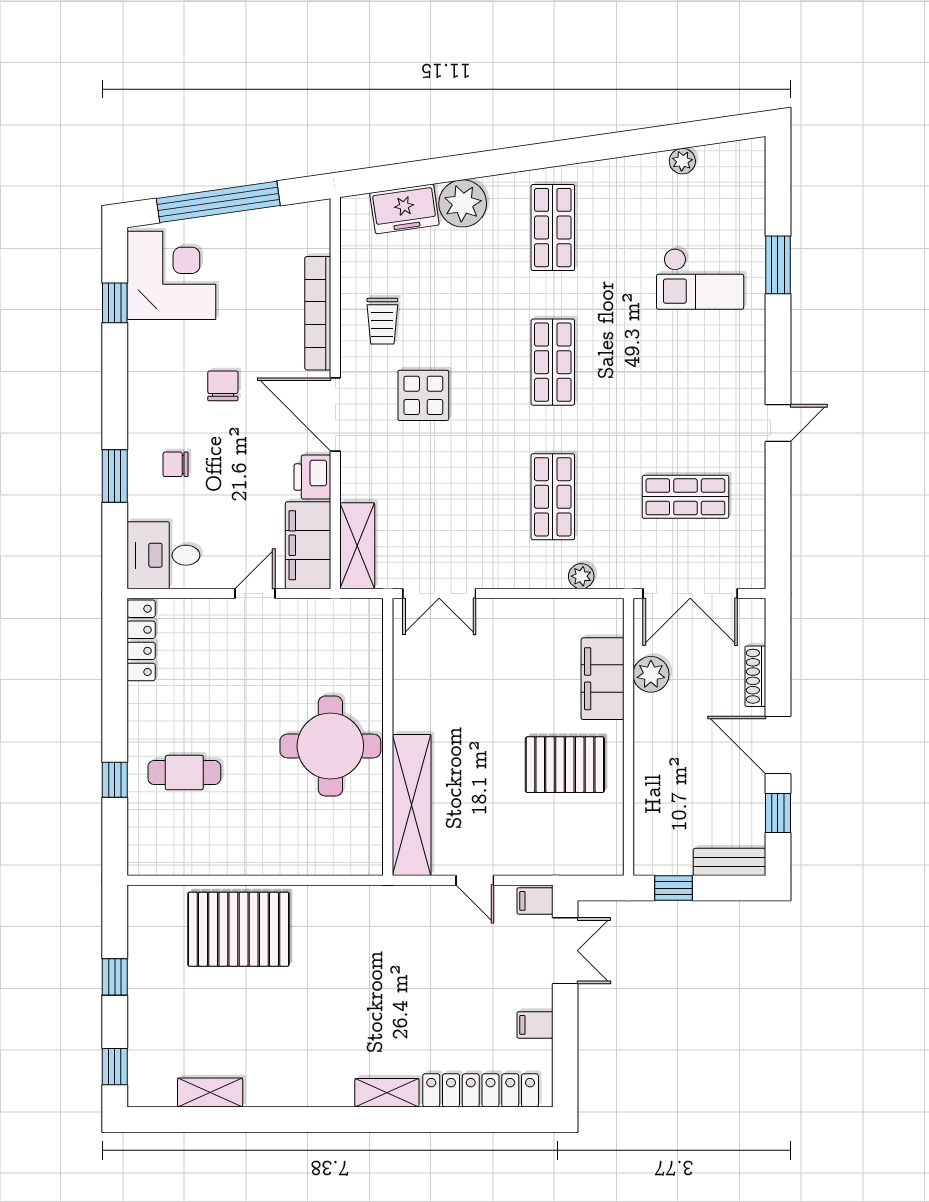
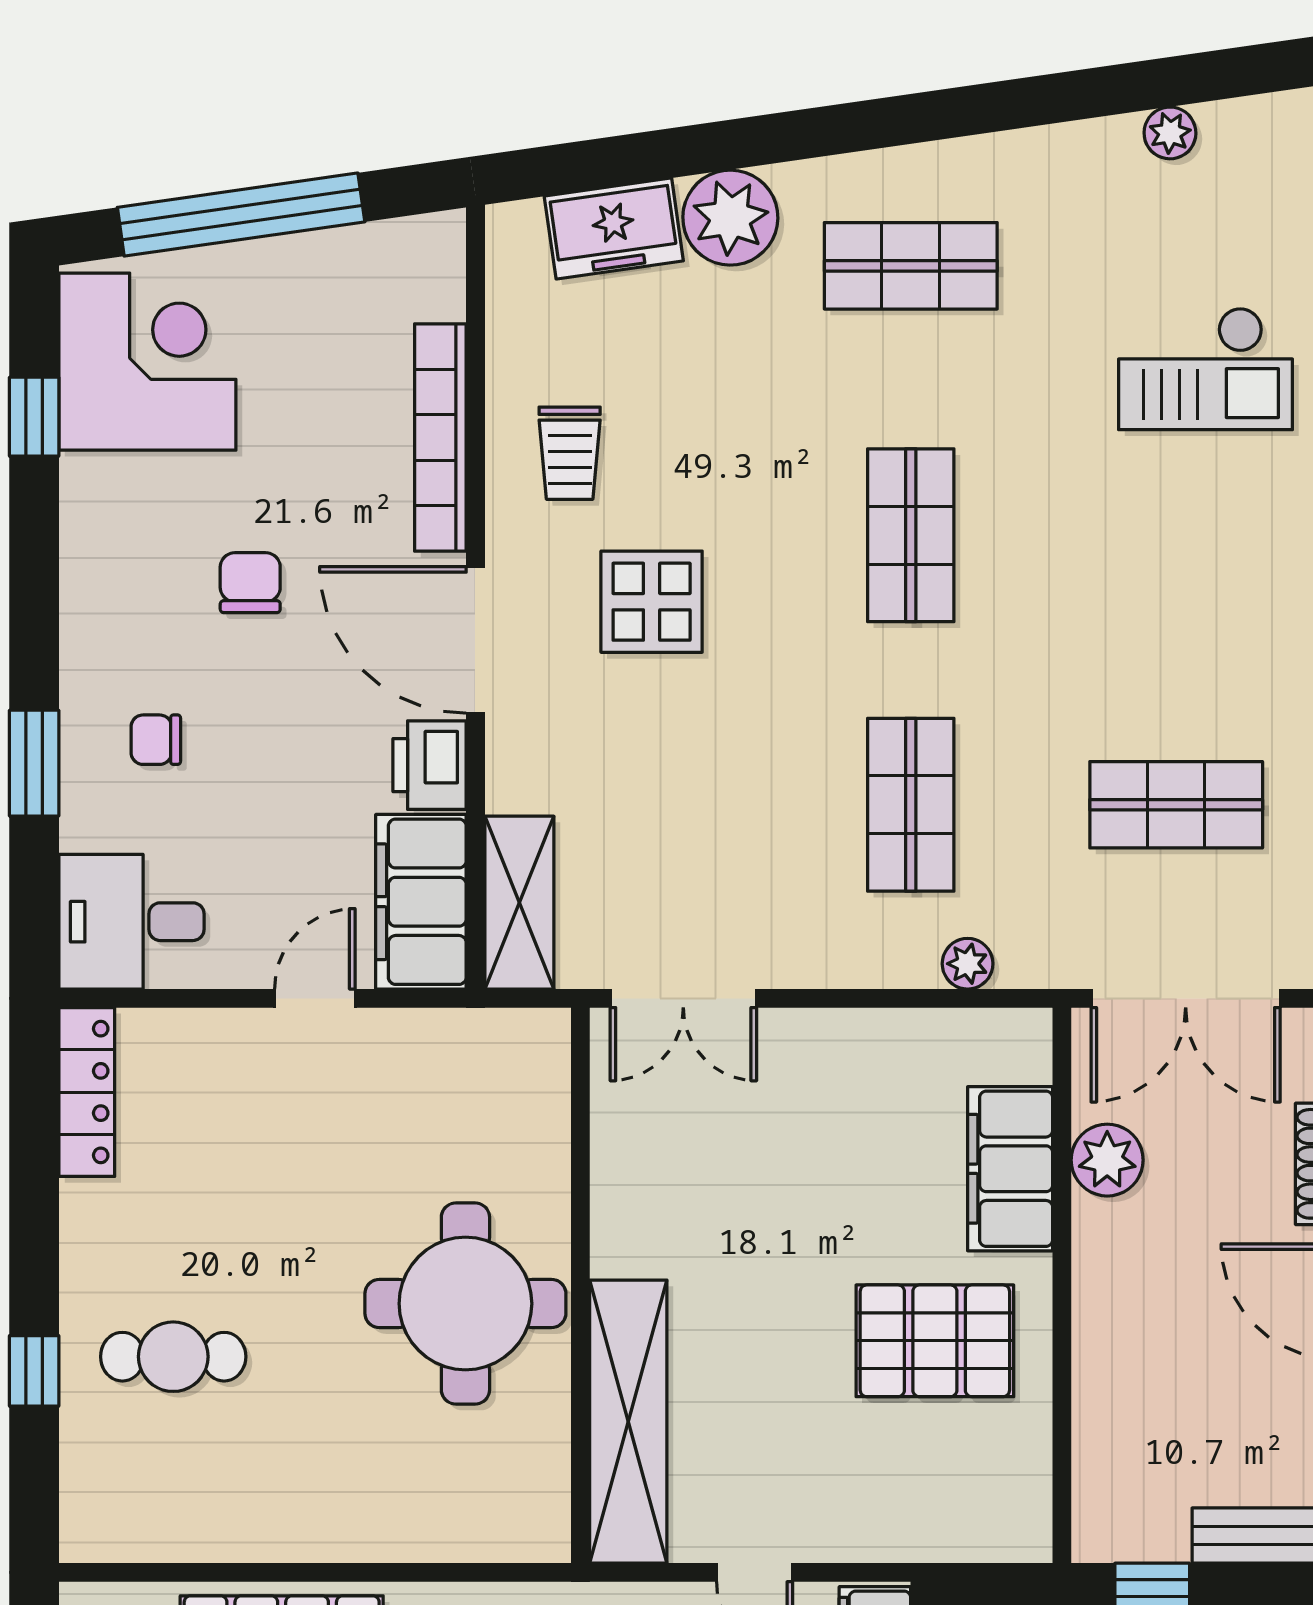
shop shelf: (553, 228) -> (911, 266), turned 90

